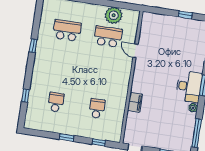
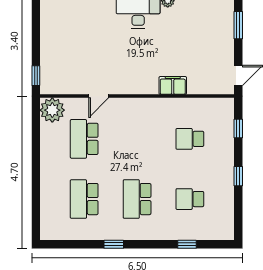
plant: (114, 15) -> (52, 110), moved
window: (185, 15) -> (36, 76), moved
school desk: (61, 66) -> (137, 199), added

